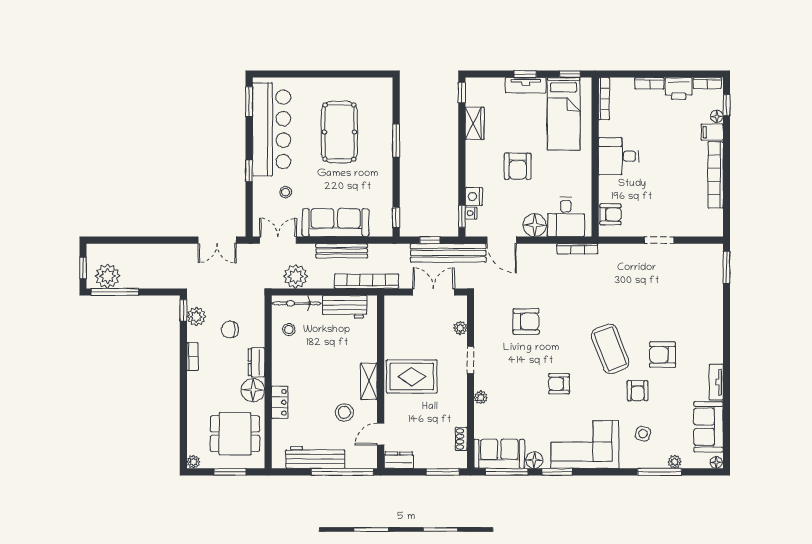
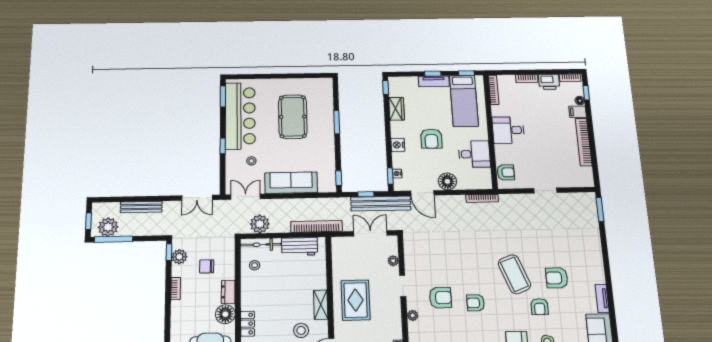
nightstand: (474, 196) -> (398, 145), moved
desk: (566, 217) -> (474, 154), moved, turned -90
bench: (342, 251) -> (141, 207), moved
armchair: (526, 321) -> (440, 298), moved
rug: (412, 377) -> (356, 300), turned 90

